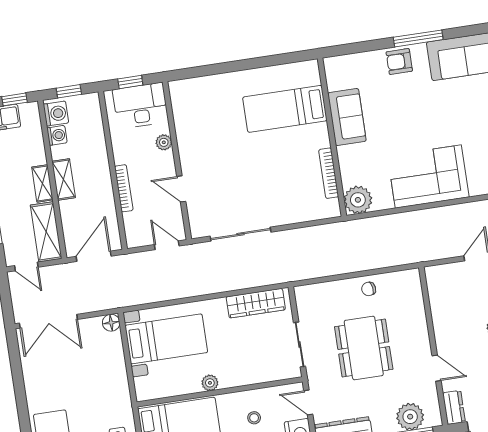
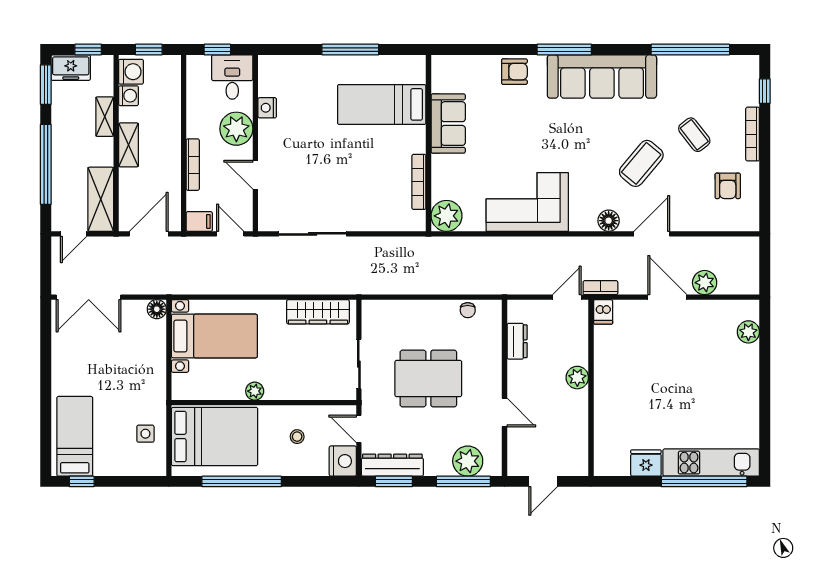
window: (418, 38) -> (564, 50), moved
armchair: (399, 61) -> (514, 72), turned 180
window: (249, 64) -> (350, 50), added
desk: (140, 106) -> (232, 77), width x0.73
nightstand: (183, 127) -> (267, 108), added
plant: (164, 142) -> (236, 129), width x1.88, depth x1.88
shelving: (42, 183) -> (105, 117), moved
filing cabinet: (137, 238) -> (199, 221), added
door: (26, 266) -> (73, 234), hinge flipped
chair: (369, 289) -> (468, 310), moved, turned -81
dining table: (364, 348) -> (428, 379), turned 90
dresser: (454, 407) -> (517, 341), moved

